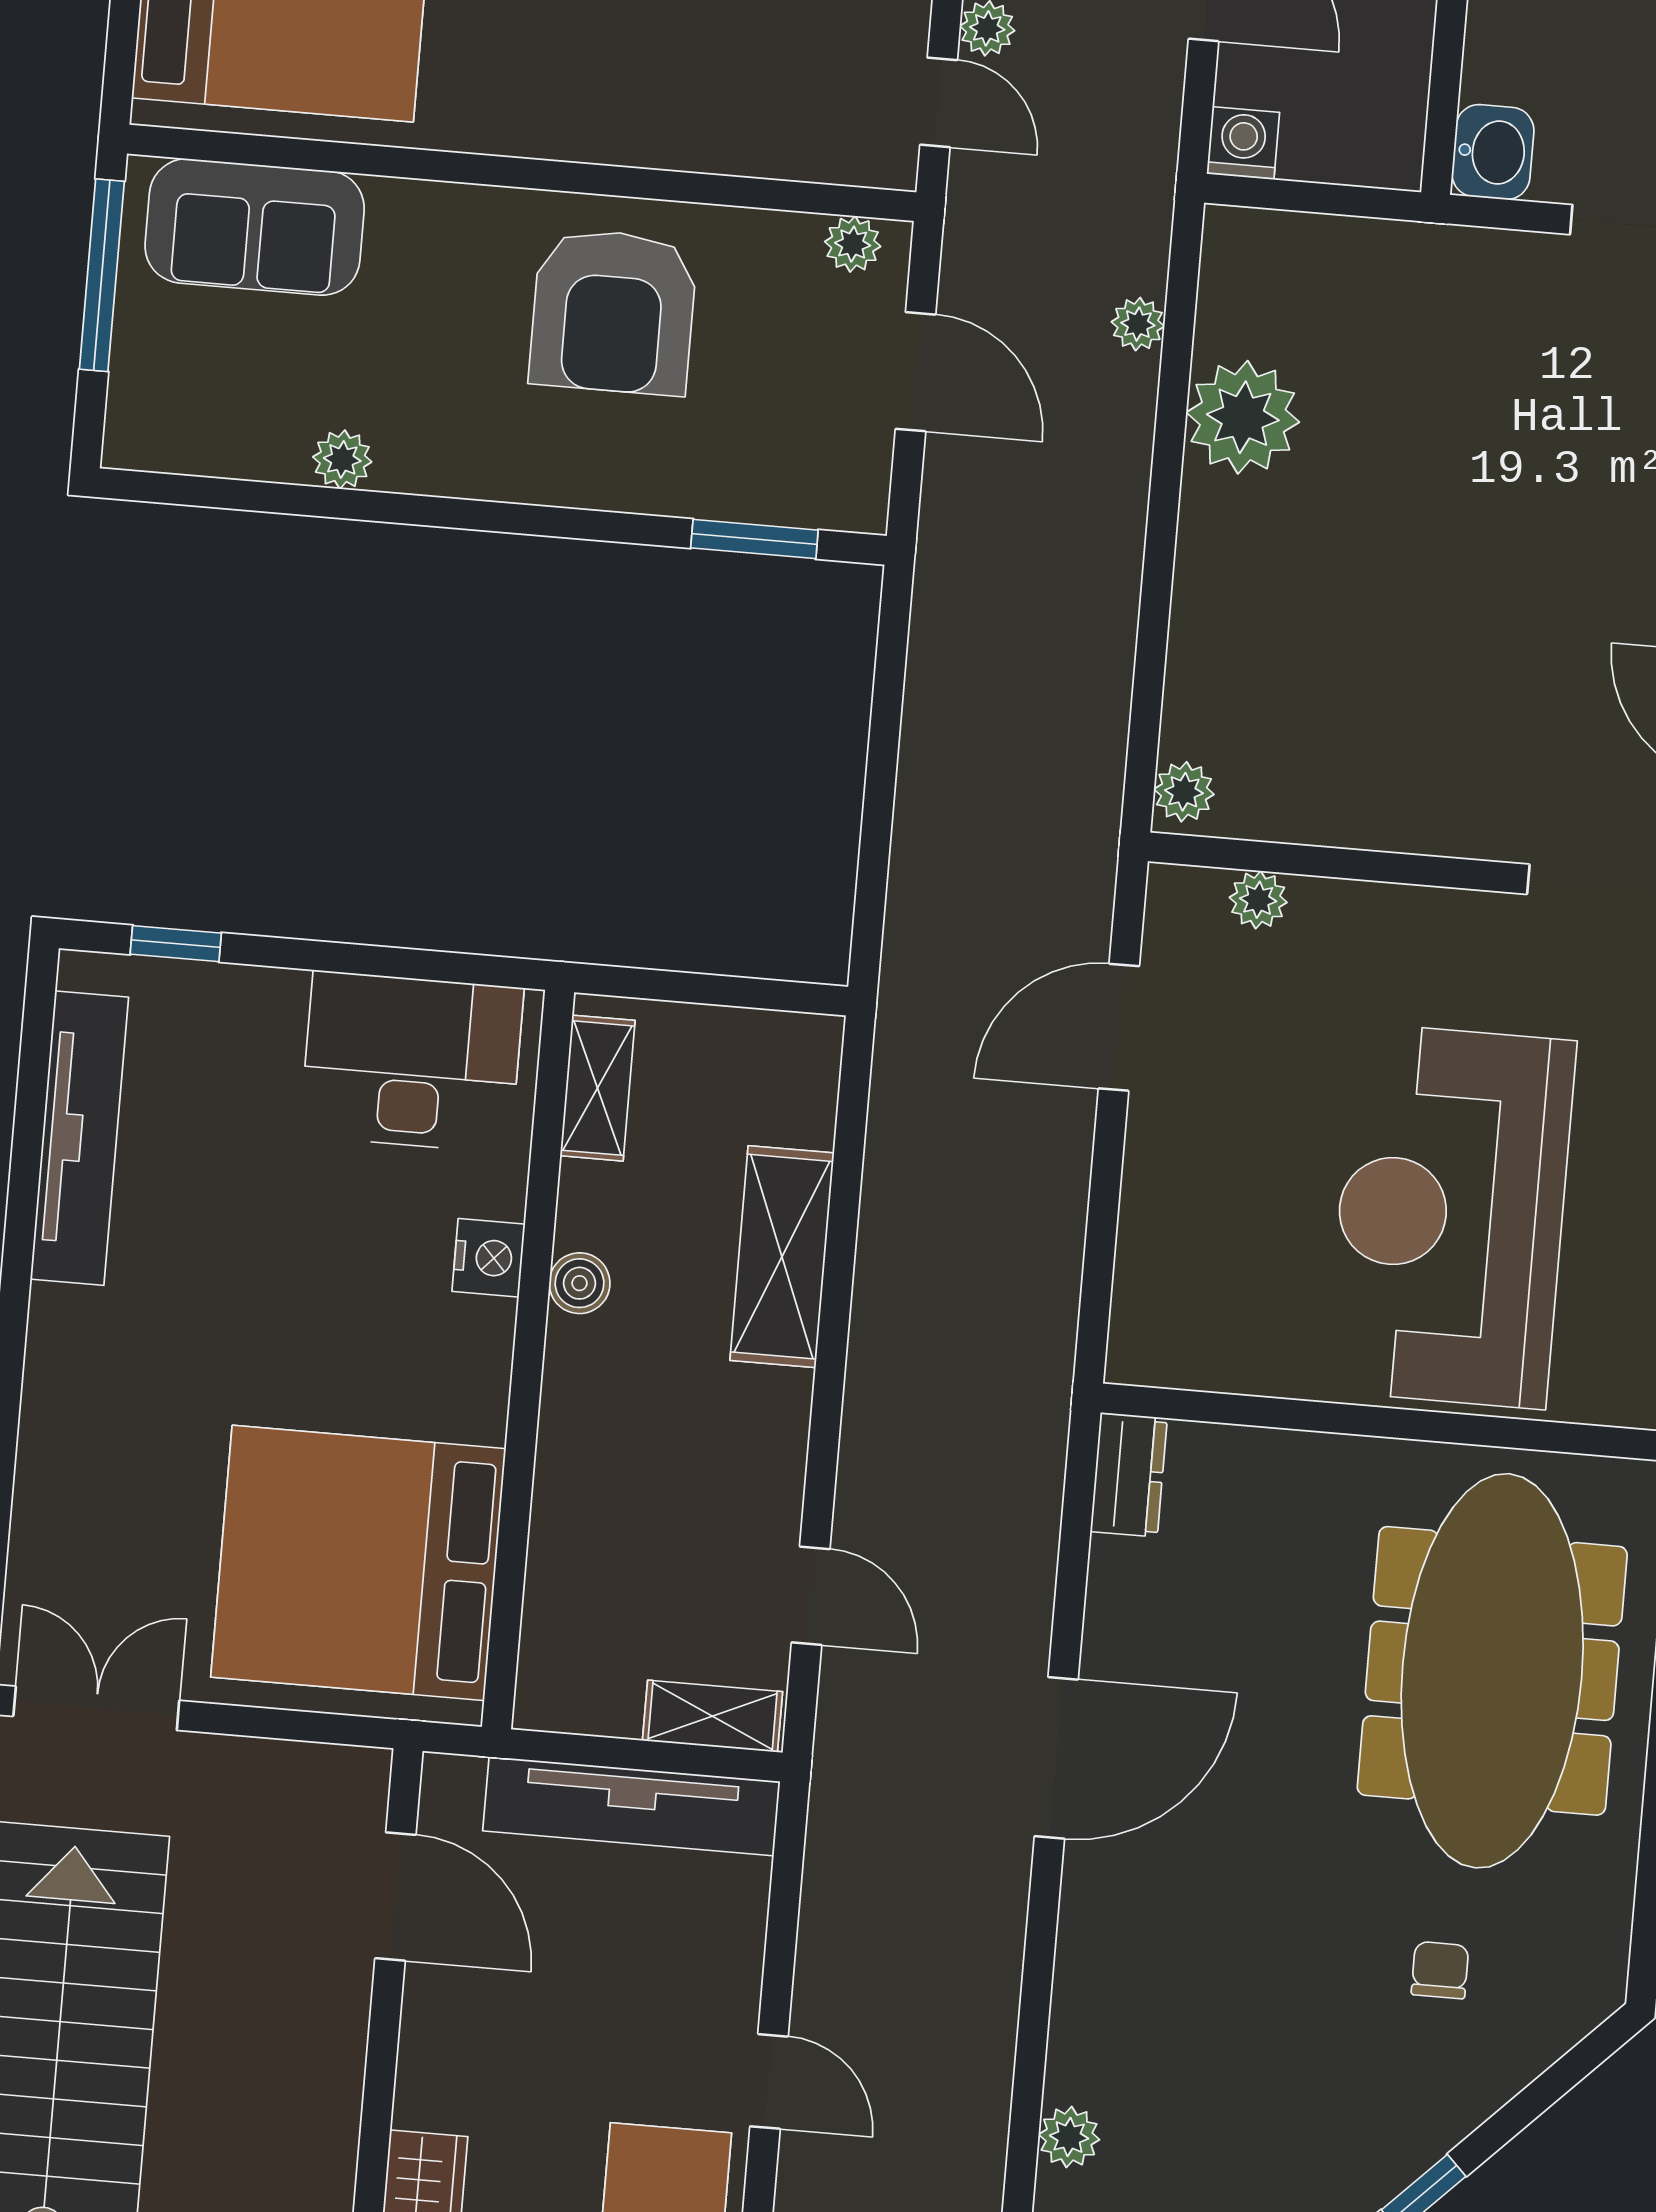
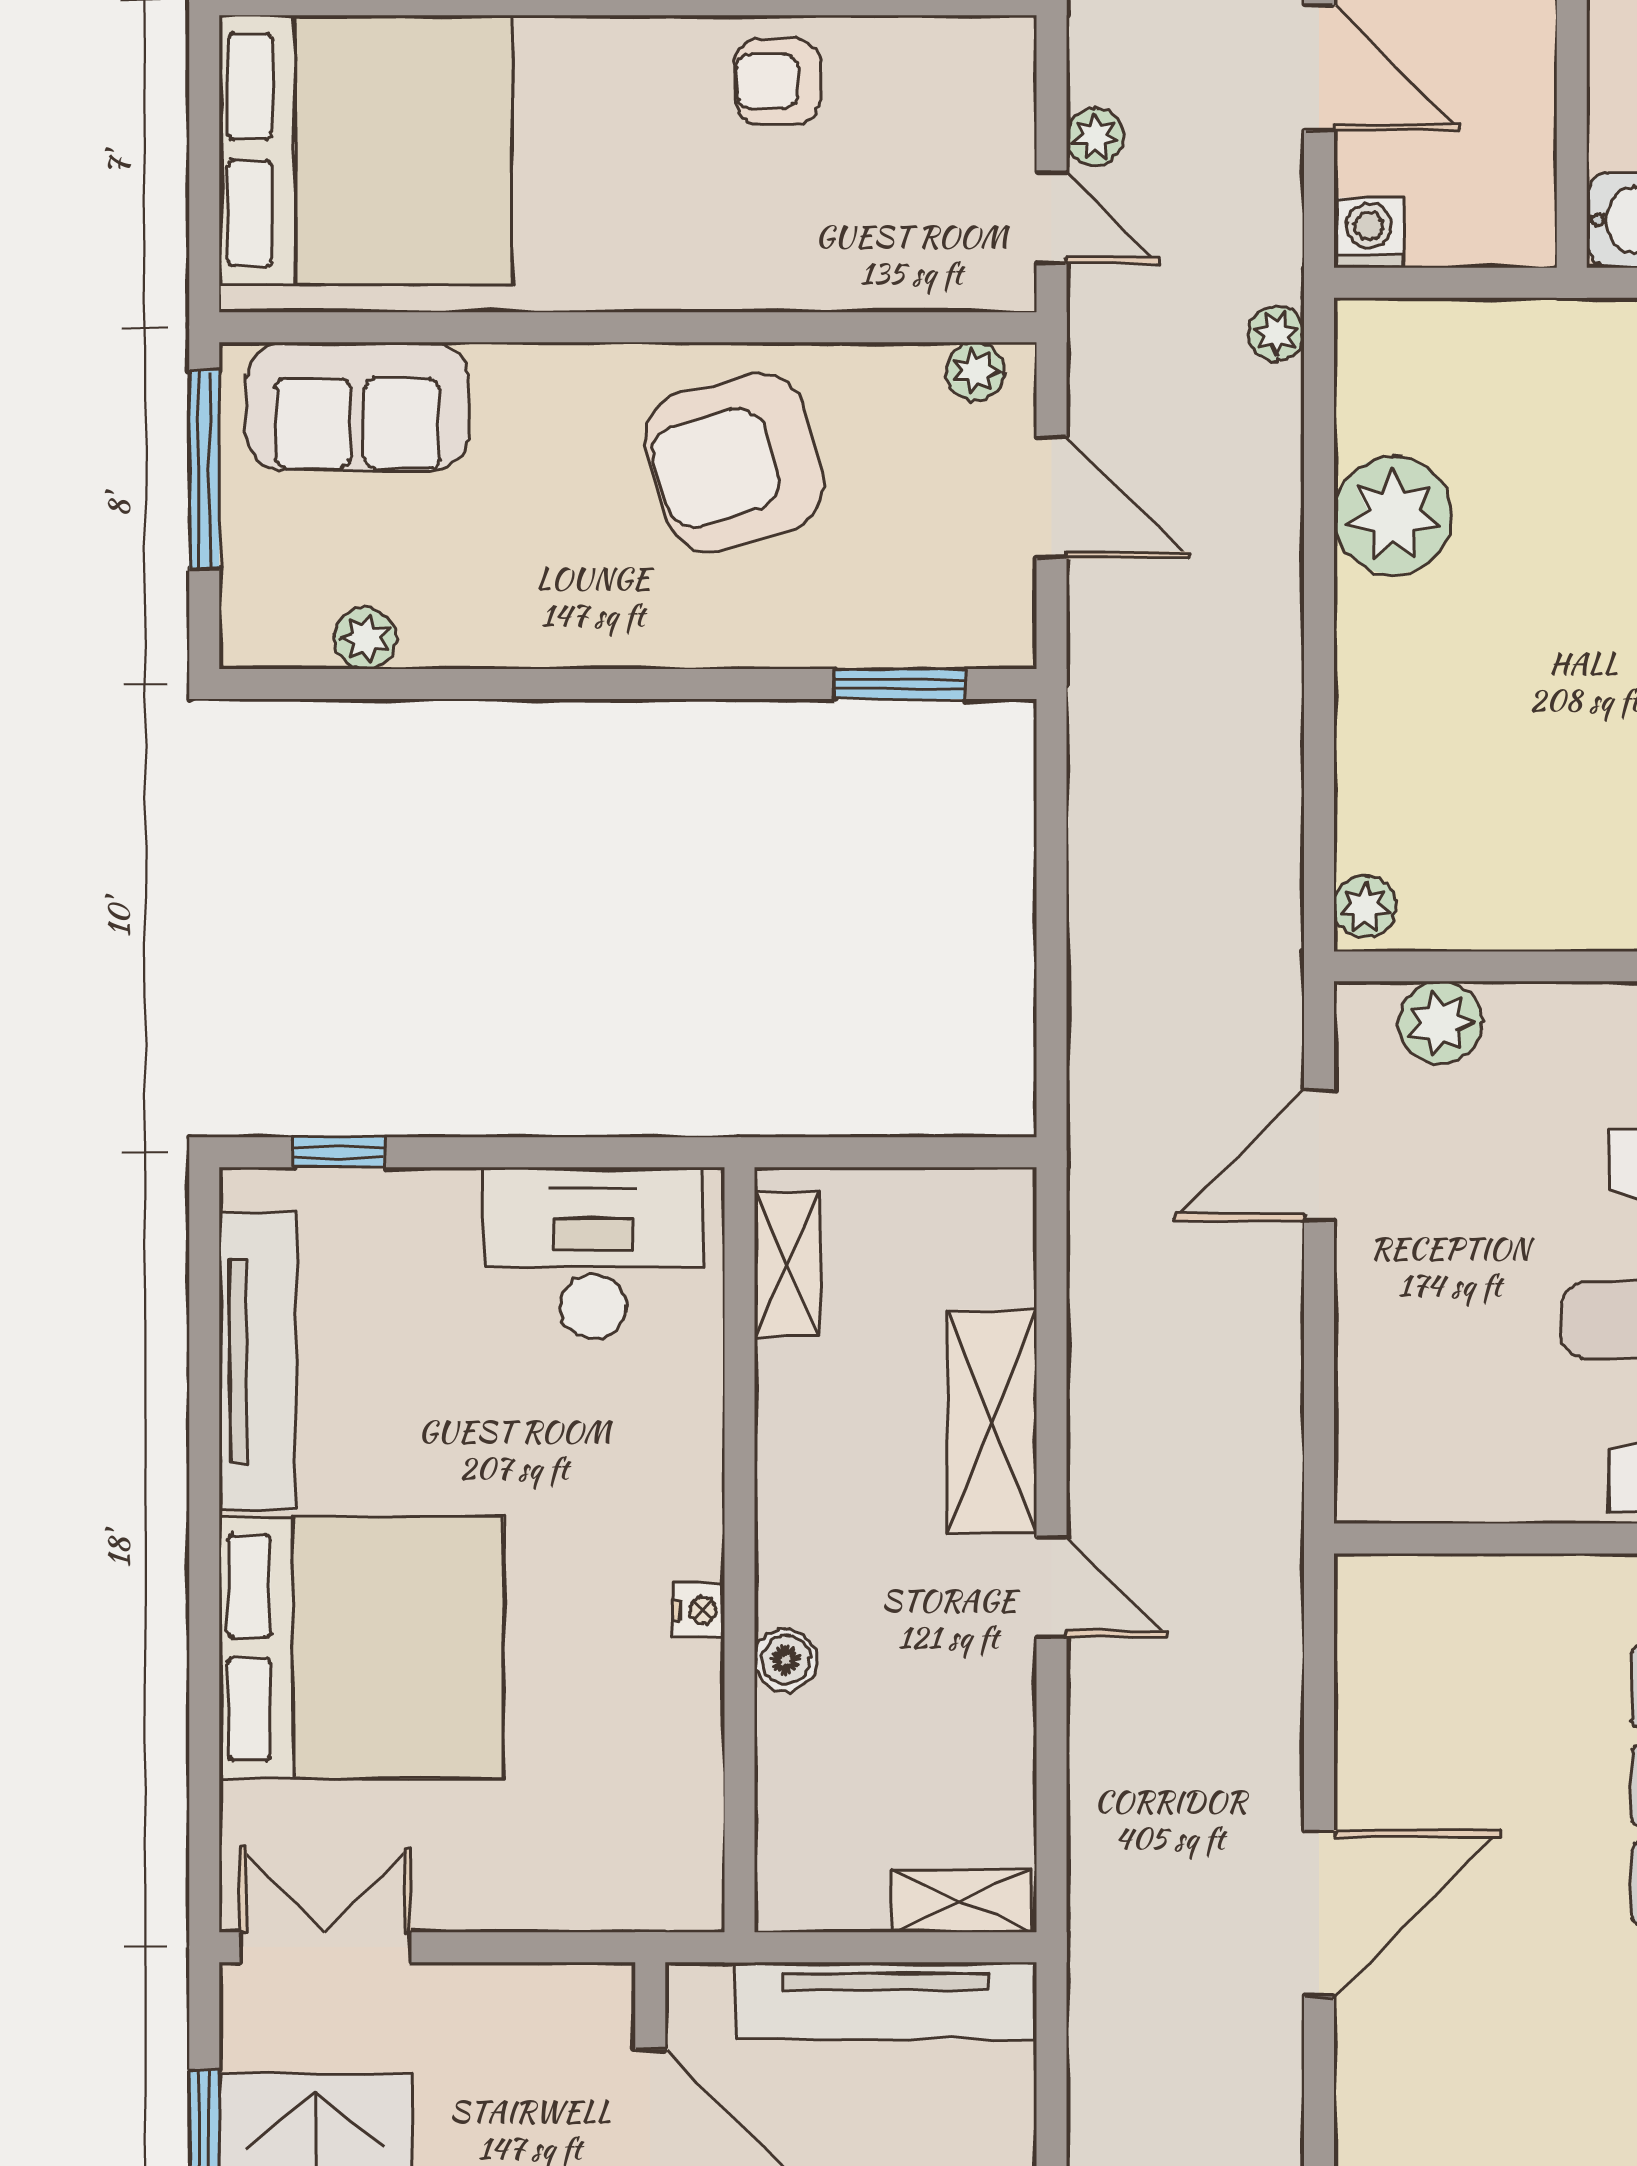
armchair: (613, 312) -> (735, 462), turned 74
plant: (1138, 324) -> (1276, 334), moved
plant: (342, 459) -> (365, 638), moved
plant: (1258, 900) -> (1440, 1023), width x1.38, depth x1.38
nightstand: (489, 1258) -> (699, 1610), moved, width x0.72, depth x0.74
boiler: (580, 1283) -> (786, 1660), moved
dresser: (1129, 1475) -> (1369, 1615), removed
bed: (358, 1563) -> (361, 1648), moved, turned 180
door: (811, 1596) -> (1052, 1587), moved

